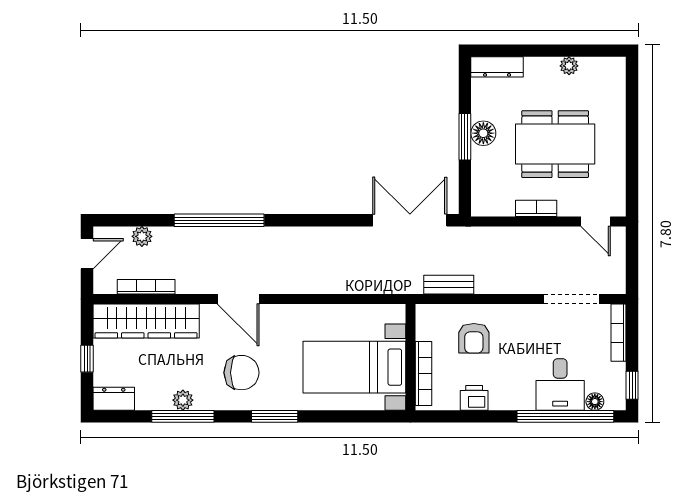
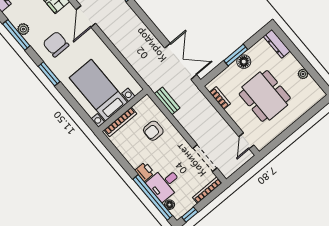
bookcase: (536, 208) -> (220, 98), moved
chair: (242, 373) -> (56, 44), turned 180
printer: (474, 398) -> (145, 172), moved

